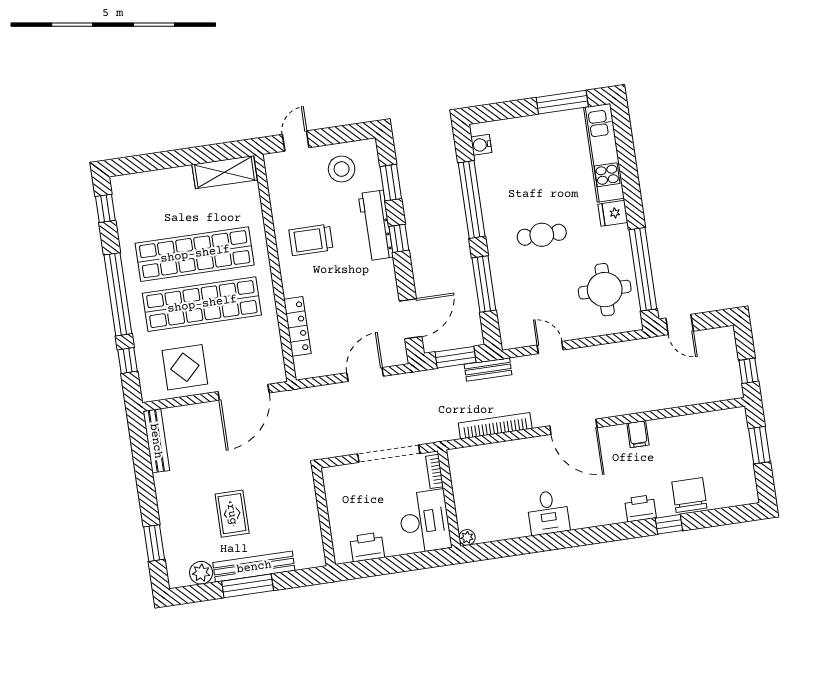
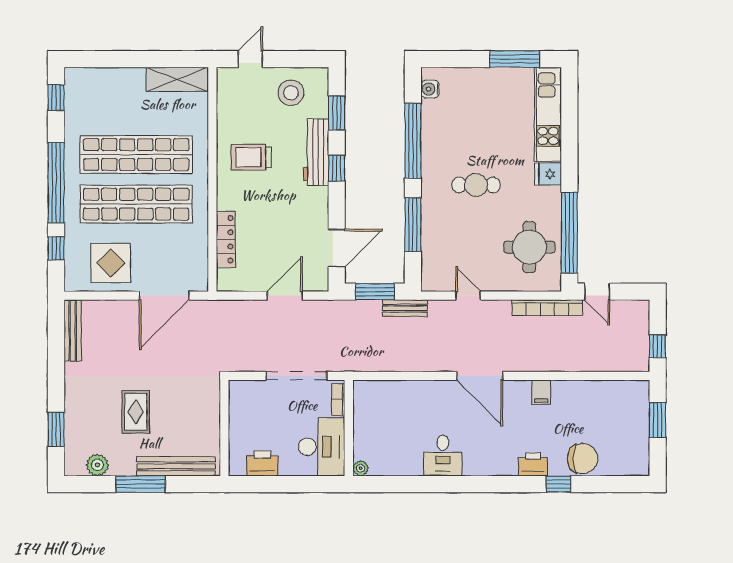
bookcase: (495, 426) -> (547, 308), moved, turned 180
chair: (689, 495) -> (582, 459), turned 90
bench: (254, 567) -> (176, 466), moved

